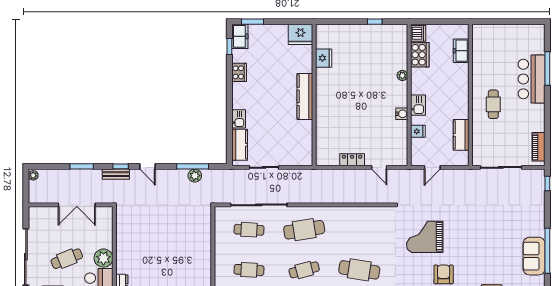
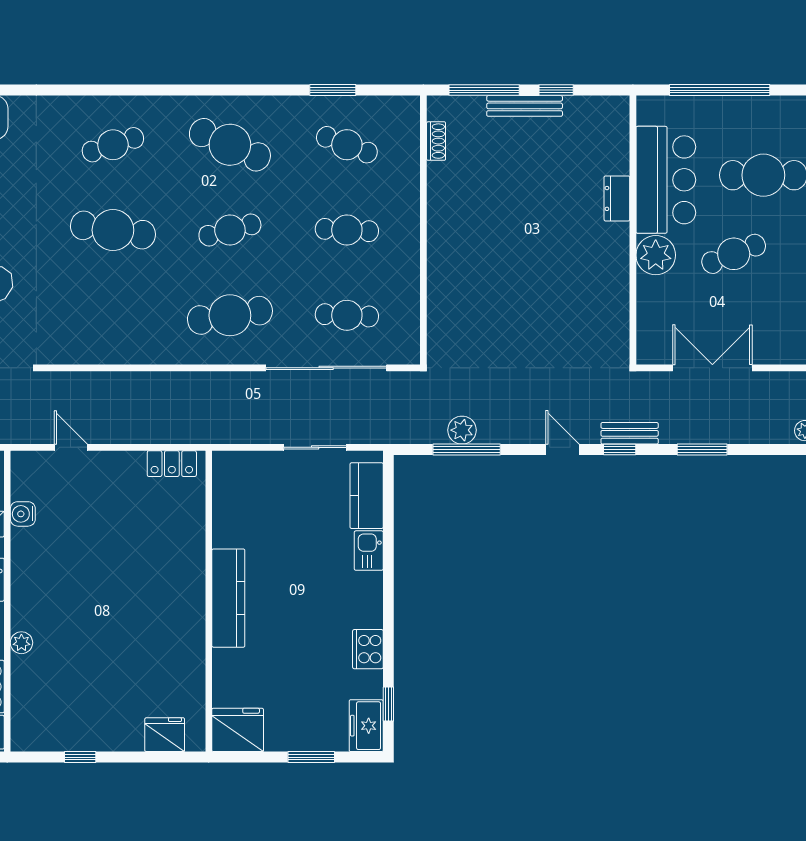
window: (253, 22) -> (311, 757), moved
fridge: (324, 58) -> (165, 735), moved, turned 90
water cooler: (402, 114) -> (23, 514), moved
locker: (352, 160) -> (172, 464), moved

